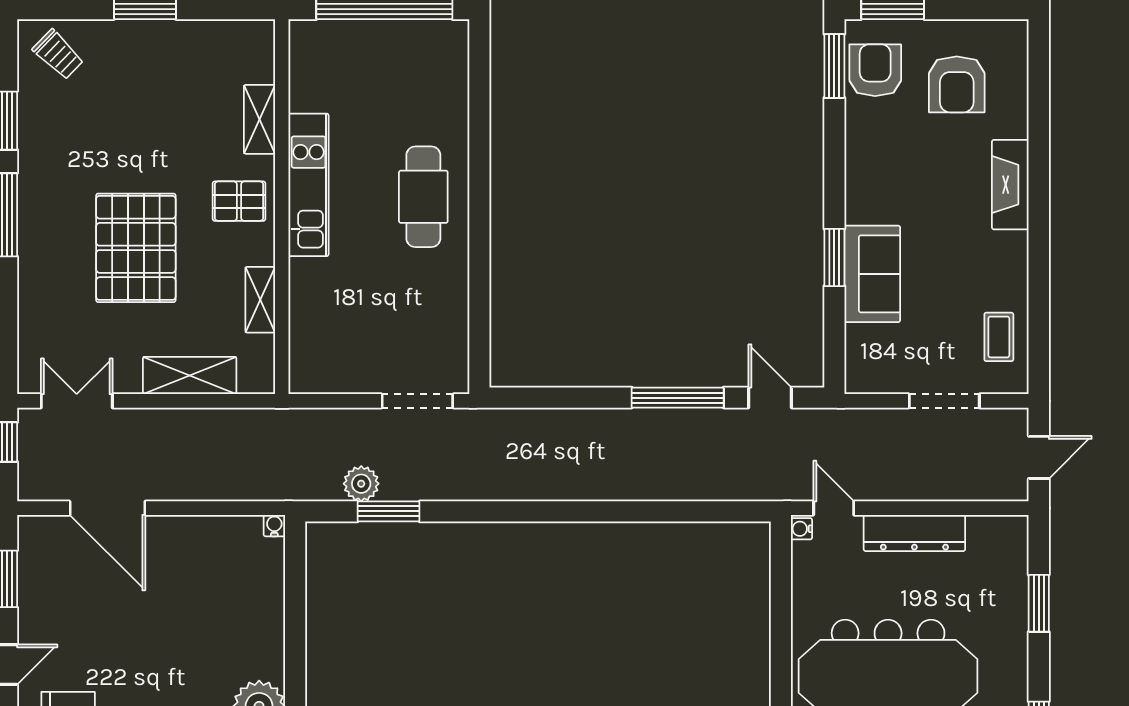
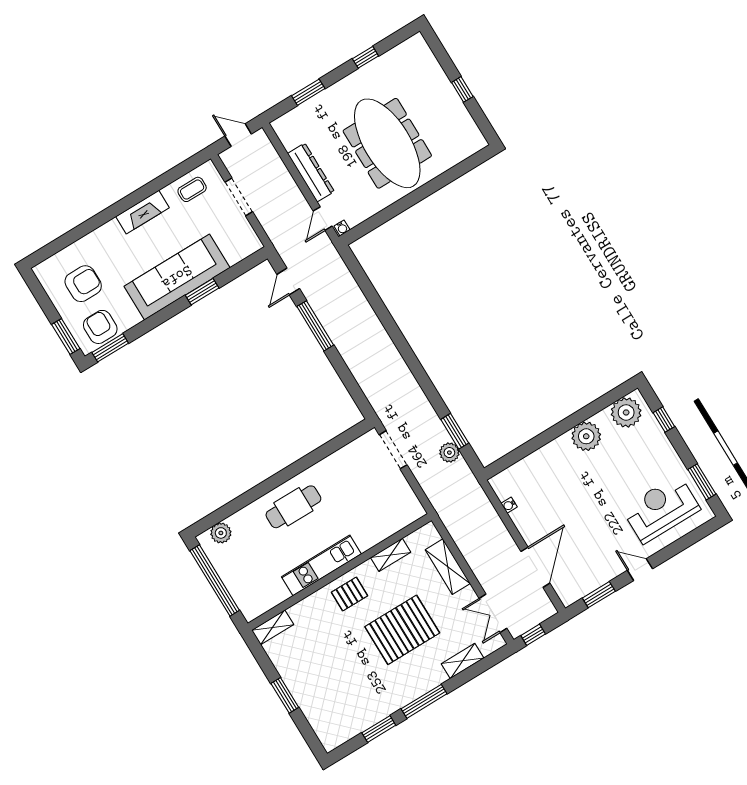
trolley: (58, 54) -> (332, 724), removed
plant: (451, 62) -> (221, 533), added
armchair: (875, 70) -> (100, 327), turned 90
shelving: (260, 119) -> (273, 627), moved
fireplace: (1010, 185) -> (142, 212), moved
pallet: (239, 201) -> (350, 594), turned 90
sofa: (872, 274) -> (177, 277), width x1.85, depth x1.27
shelving: (33, 311) -> (463, 661), added
water cooler: (274, 526) -> (509, 505), moved

